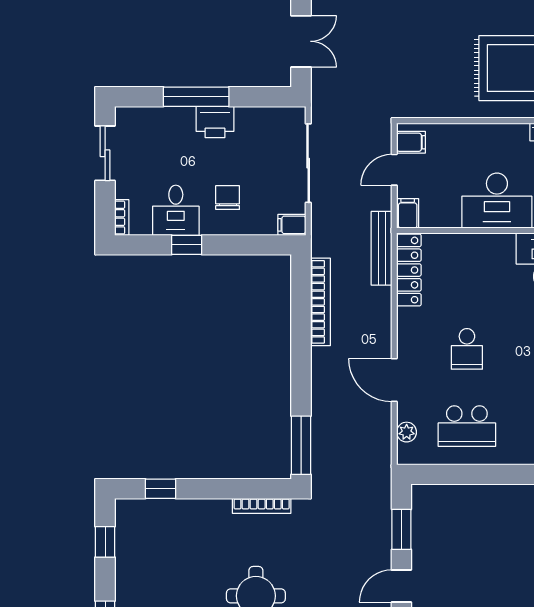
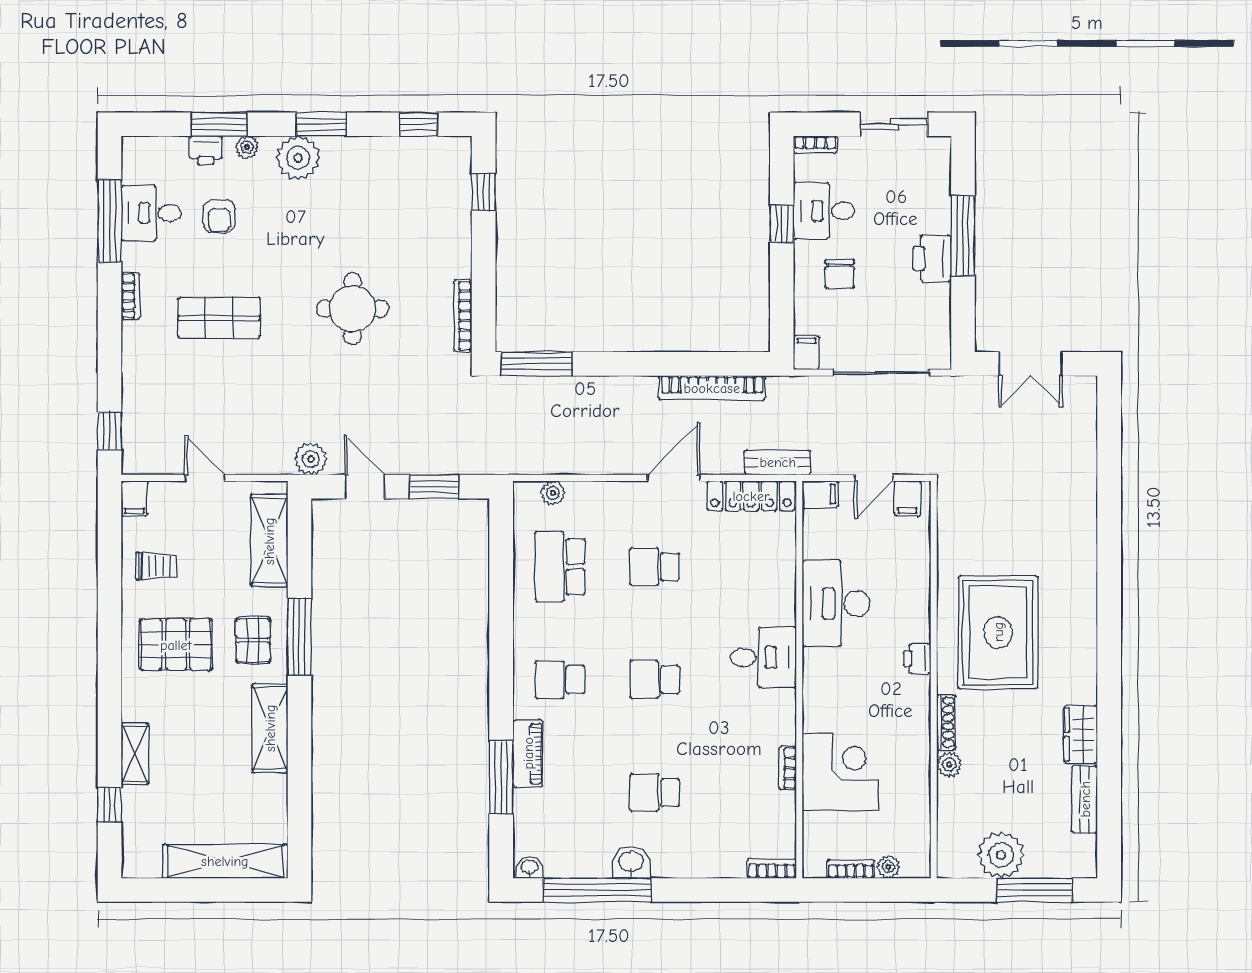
door: (394, 170) -> (874, 478), swing flipped
chair: (228, 198) -> (840, 274), turned 90
bench: (382, 248) -> (778, 462), width x0.73
door: (394, 380) -> (674, 478), moved

